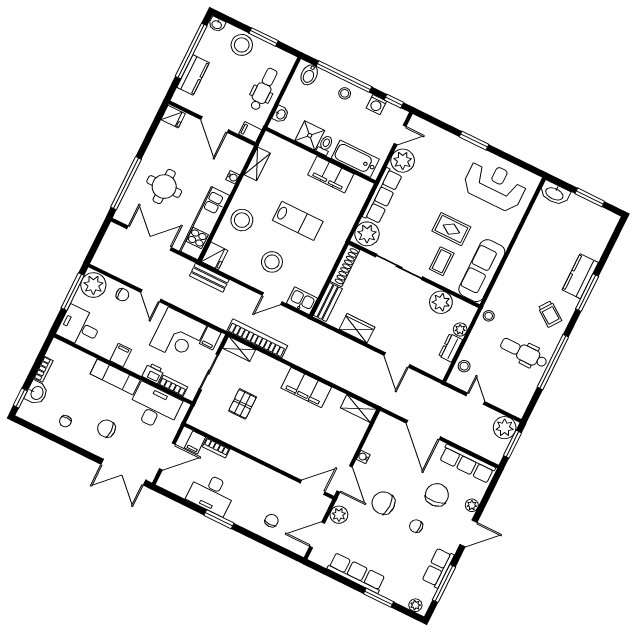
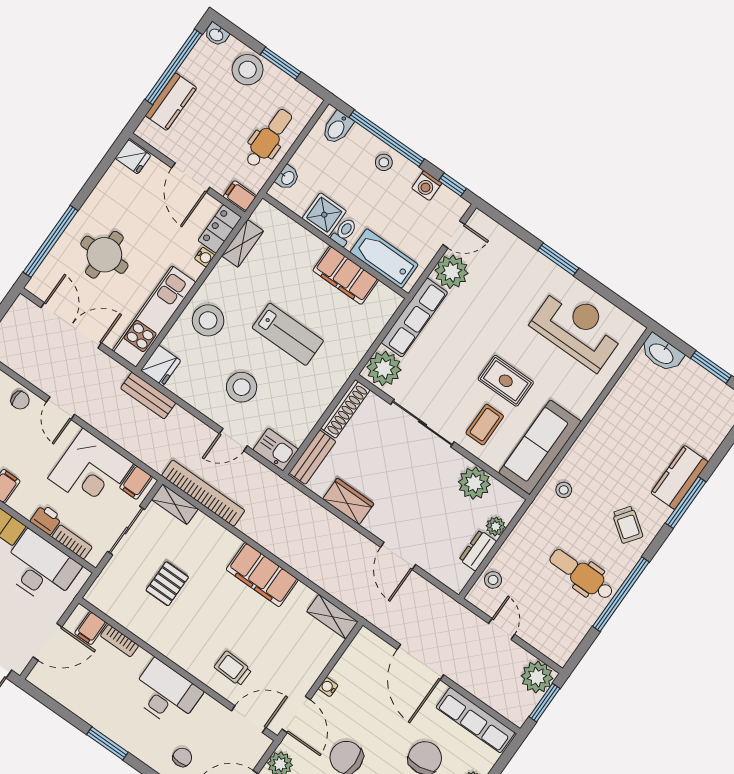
locker: (240, 156) -> (220, 229), added
stool: (489, 316) -> (564, 490), moved
trolley: (296, 455) -> (233, 668), added
desk: (211, 493) -> (166, 694), moved, turned 180

